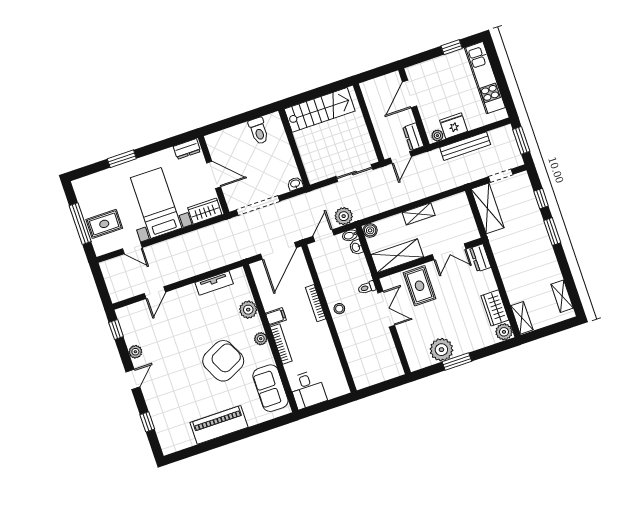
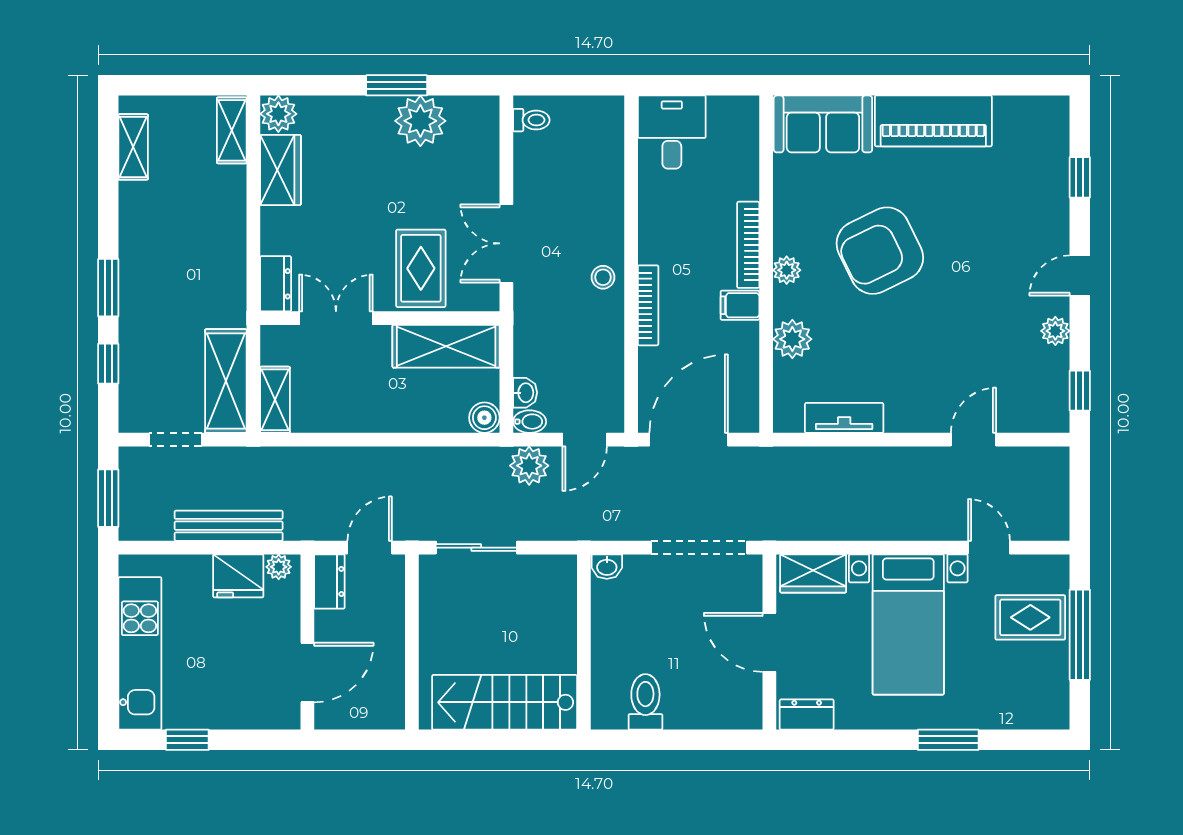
shelving: (419, 214) -> (275, 400), moved, turned 90
toilet: (367, 288) -> (531, 120), moved
sofa: (270, 388) -> (823, 124), moved, turned 90
desk: (308, 390) -> (672, 132), moved

